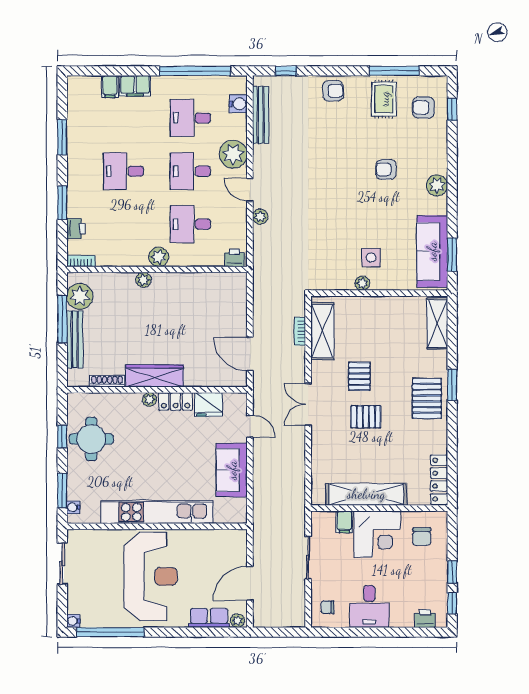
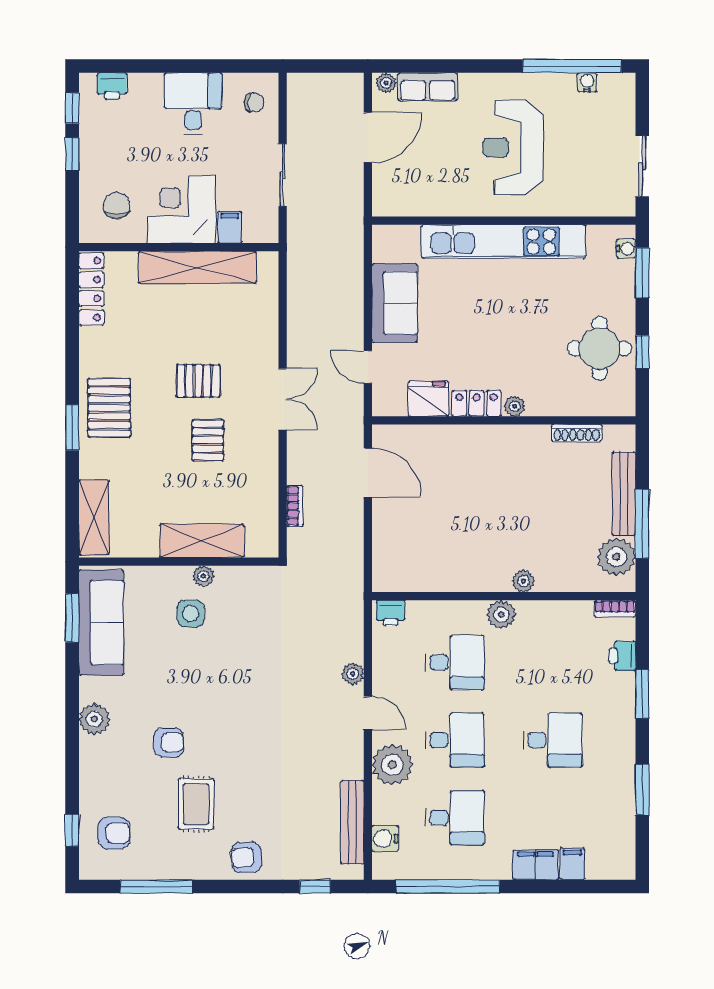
rug: (384, 99) -> (196, 804), moved
shelving: (322, 331) -> (202, 541), moved, turned 90
wardrobe: (155, 376) -> (507, 441), removed
reception desk: (151, 576) -> (513, 147), width x0.74, depth x0.77
water cooler: (73, 621) -> (587, 82), moved, turned -90

